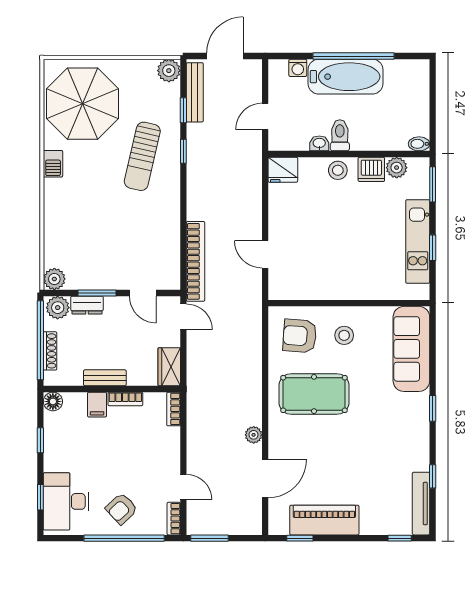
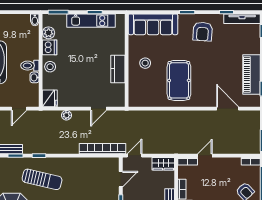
door: (265, 116) -> (19, 109), hinge flipped
kitchen counter: (334, 288) -> (118, 69), added
armchair: (300, 336) -> (203, 32), moved
plant: (254, 435) -> (66, 115), moved
door: (183, 487) -> (205, 156), moved

